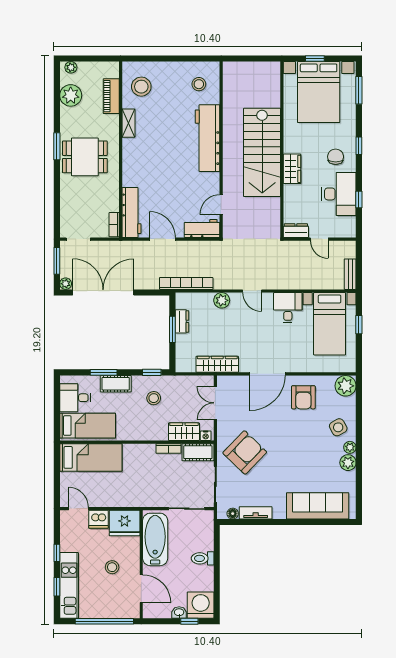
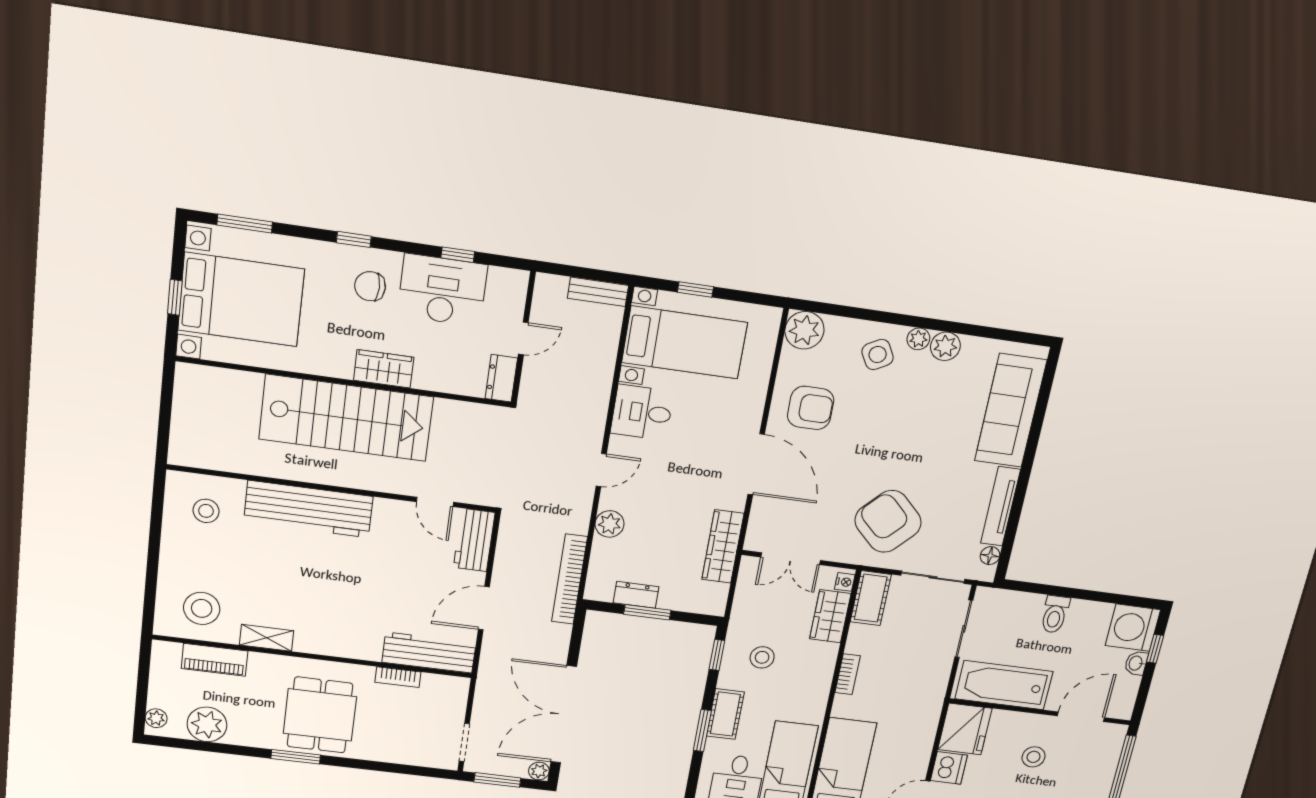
bookcase: (114, 225) -> (398, 677), moved
bookcase: (168, 448) -> (848, 674), moved
tv unit: (256, 513) -> (1000, 506), width x1.41

